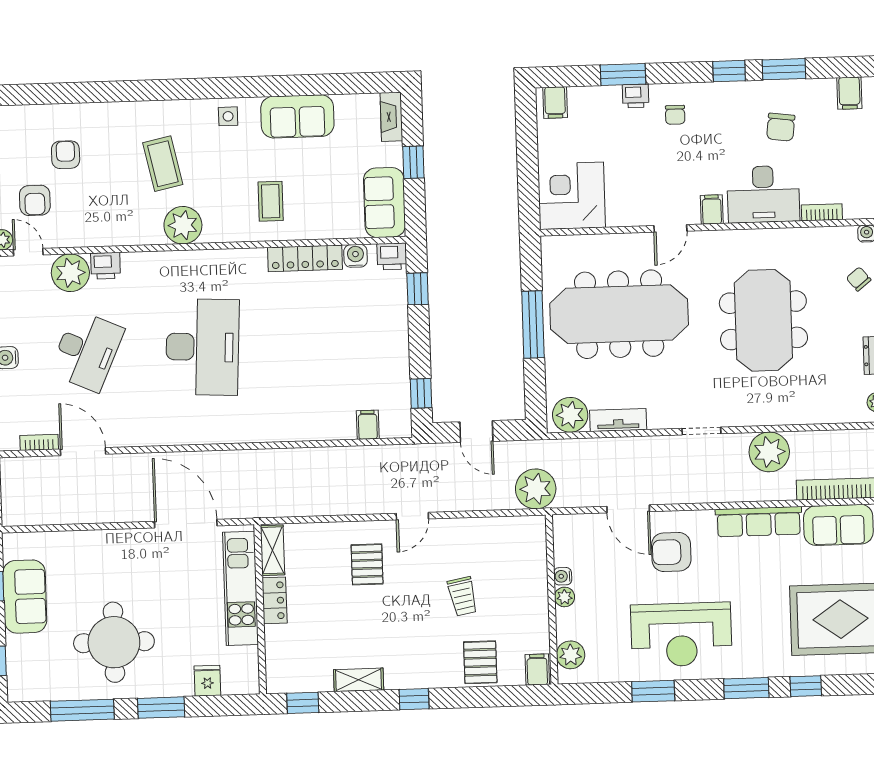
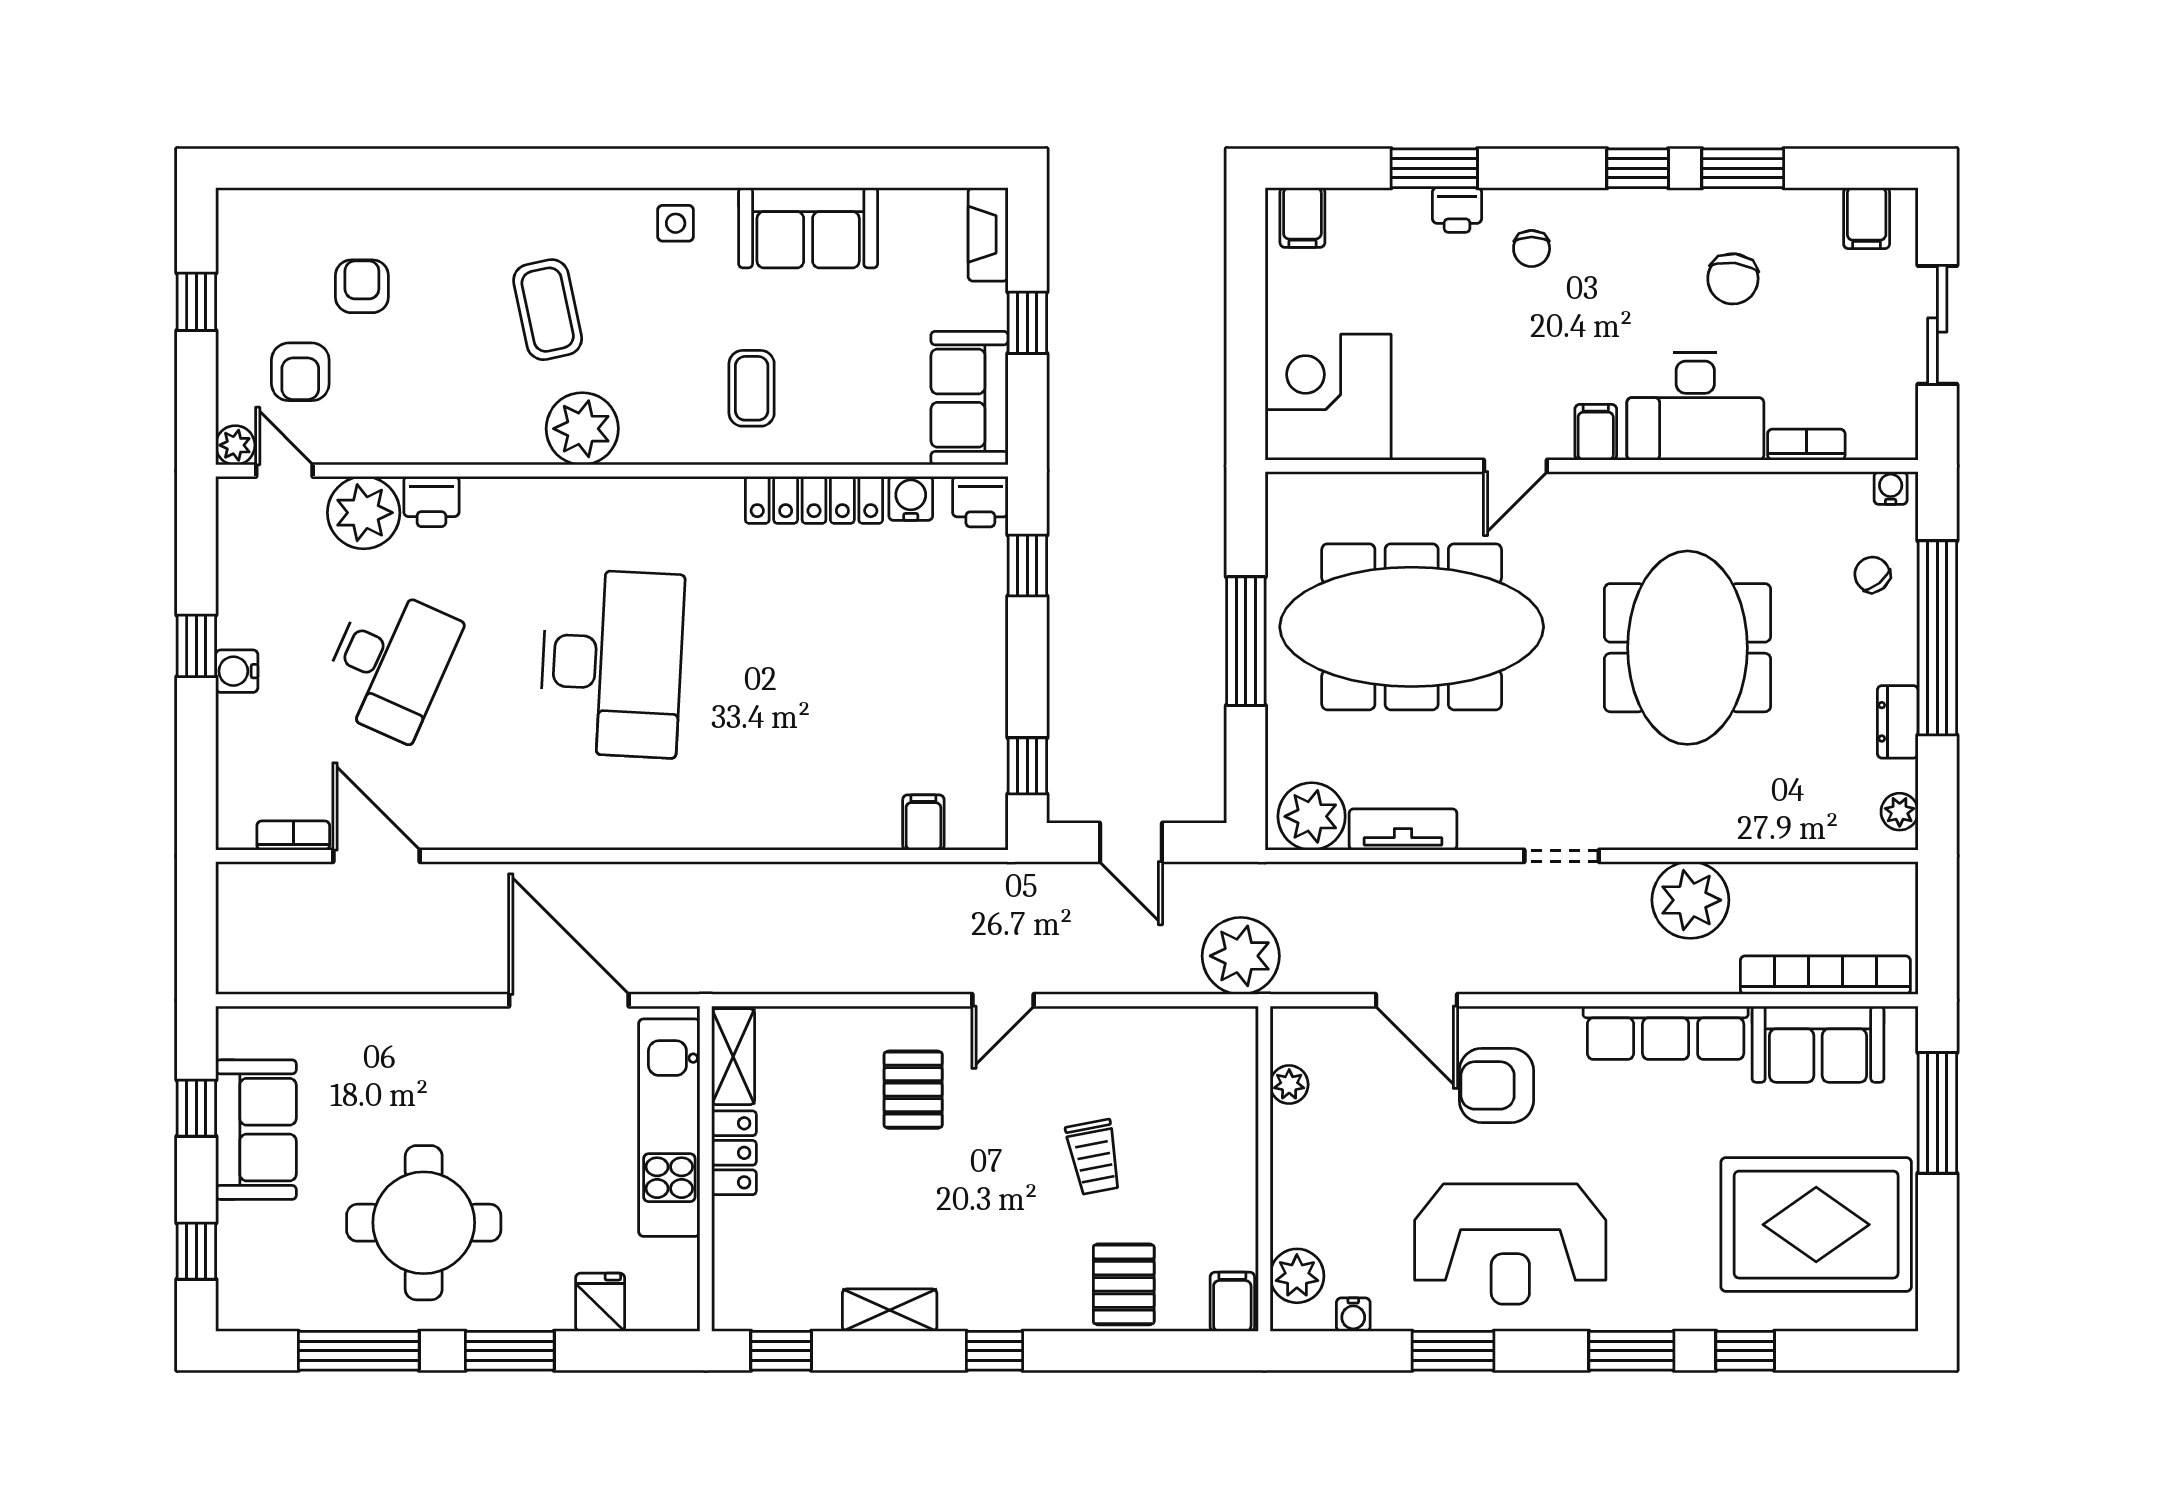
water cooler: (563, 576) -> (1353, 1315), moved, turned -90
plant: (564, 597) -> (1289, 1085), moved

